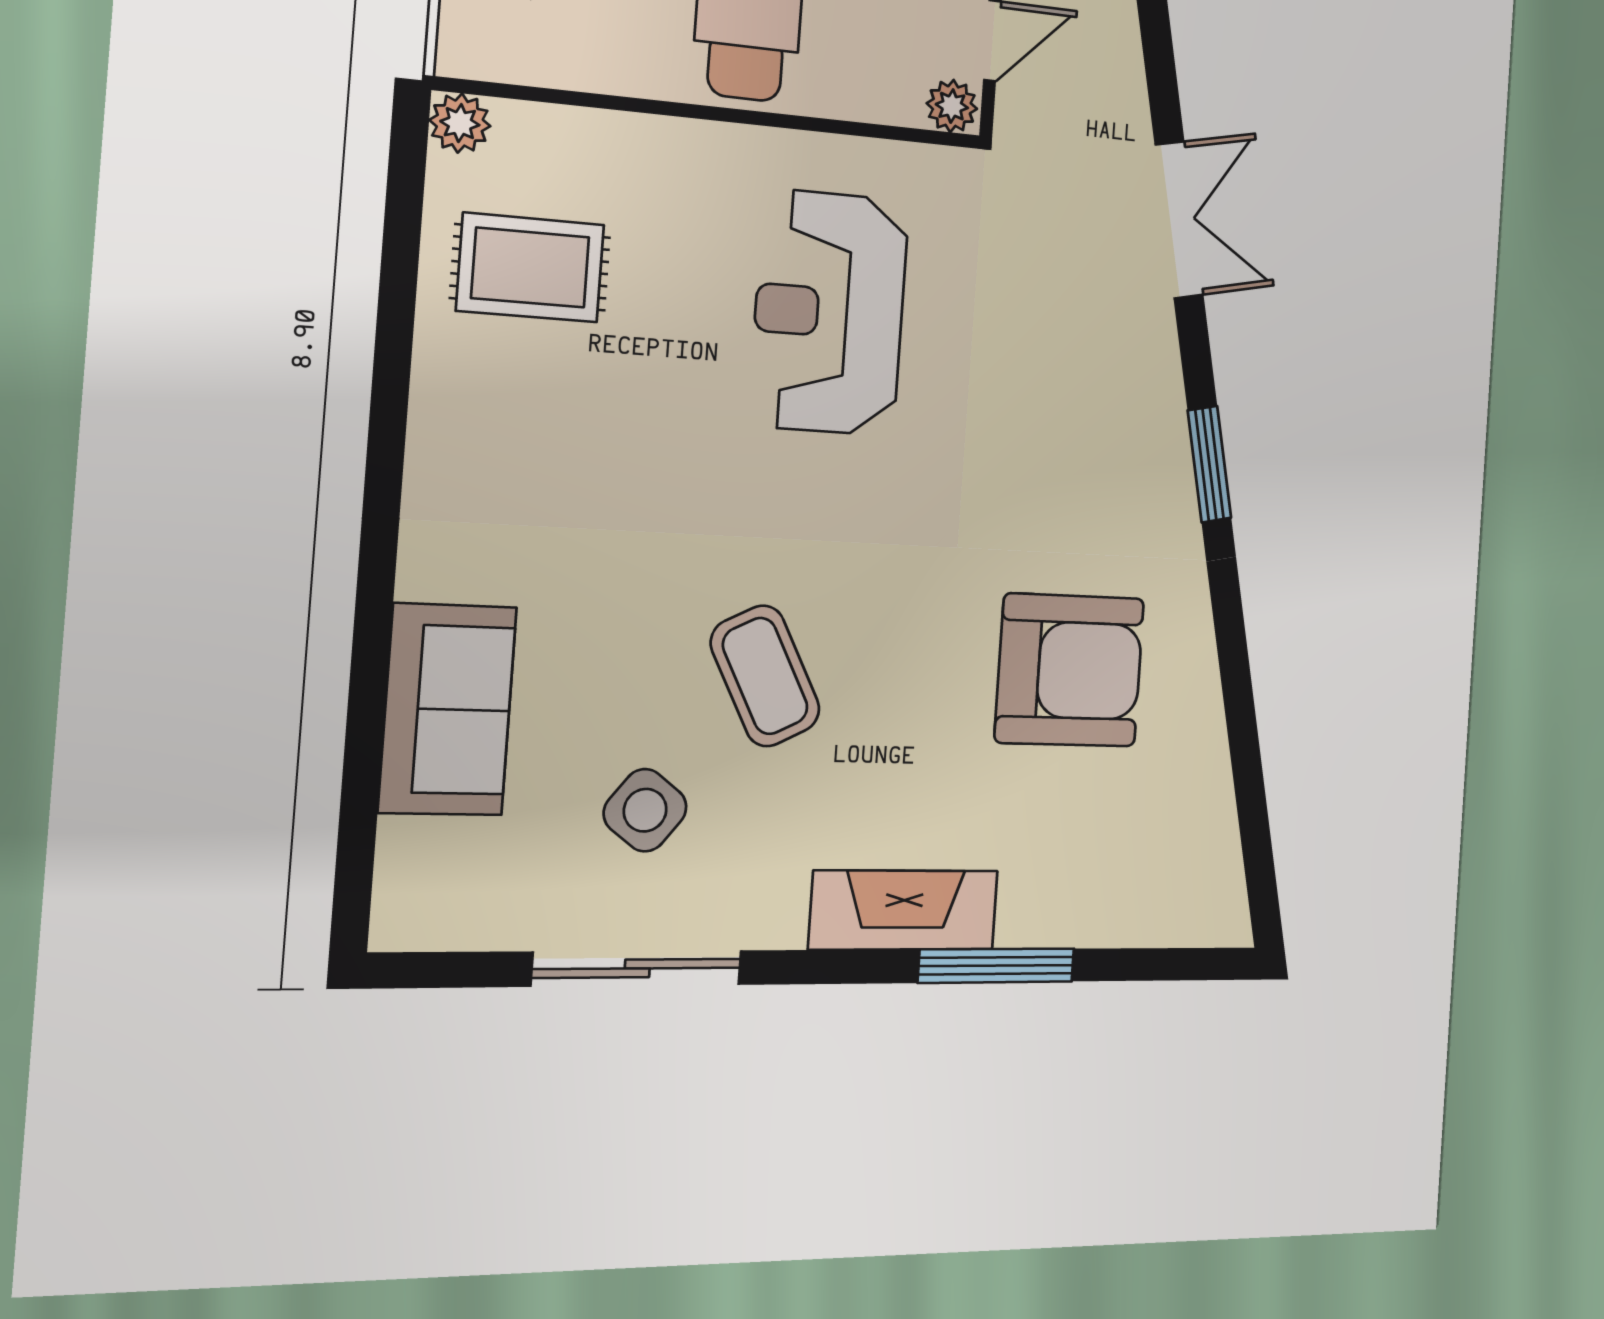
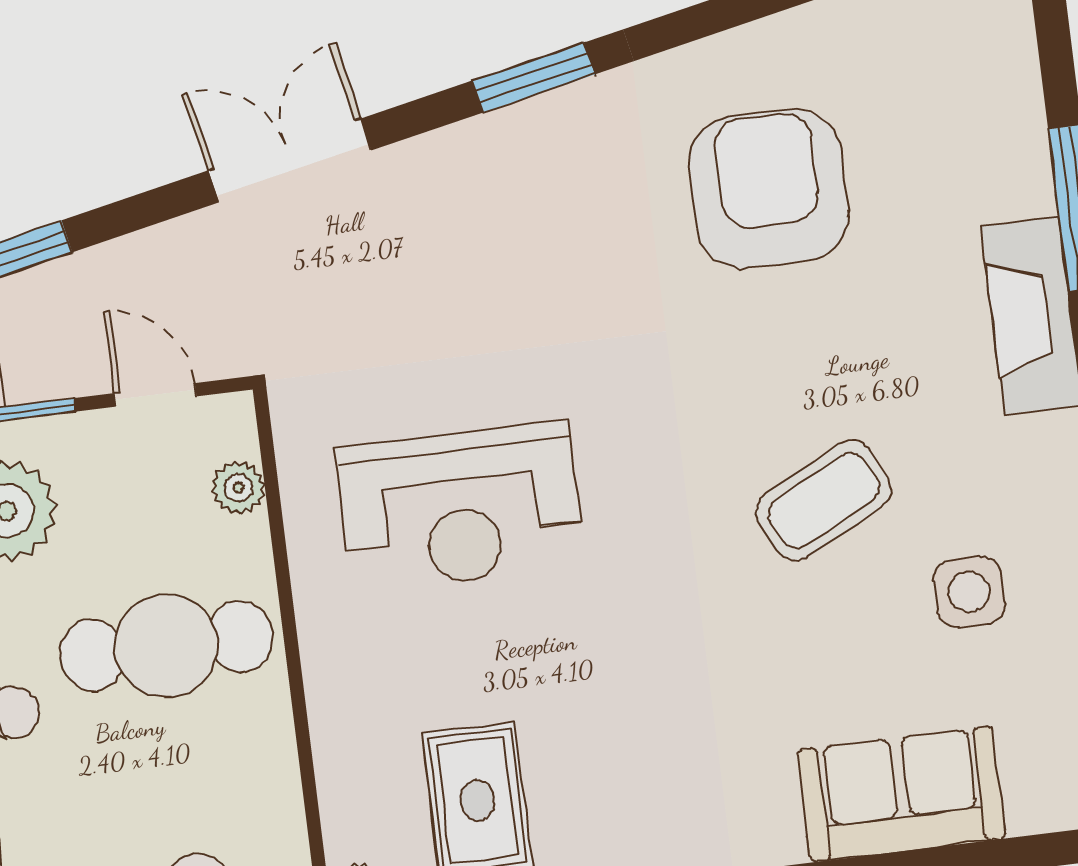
plant: (952, 106) -> (238, 488), moved
side table: (645, 810) -> (969, 592), turned -38

